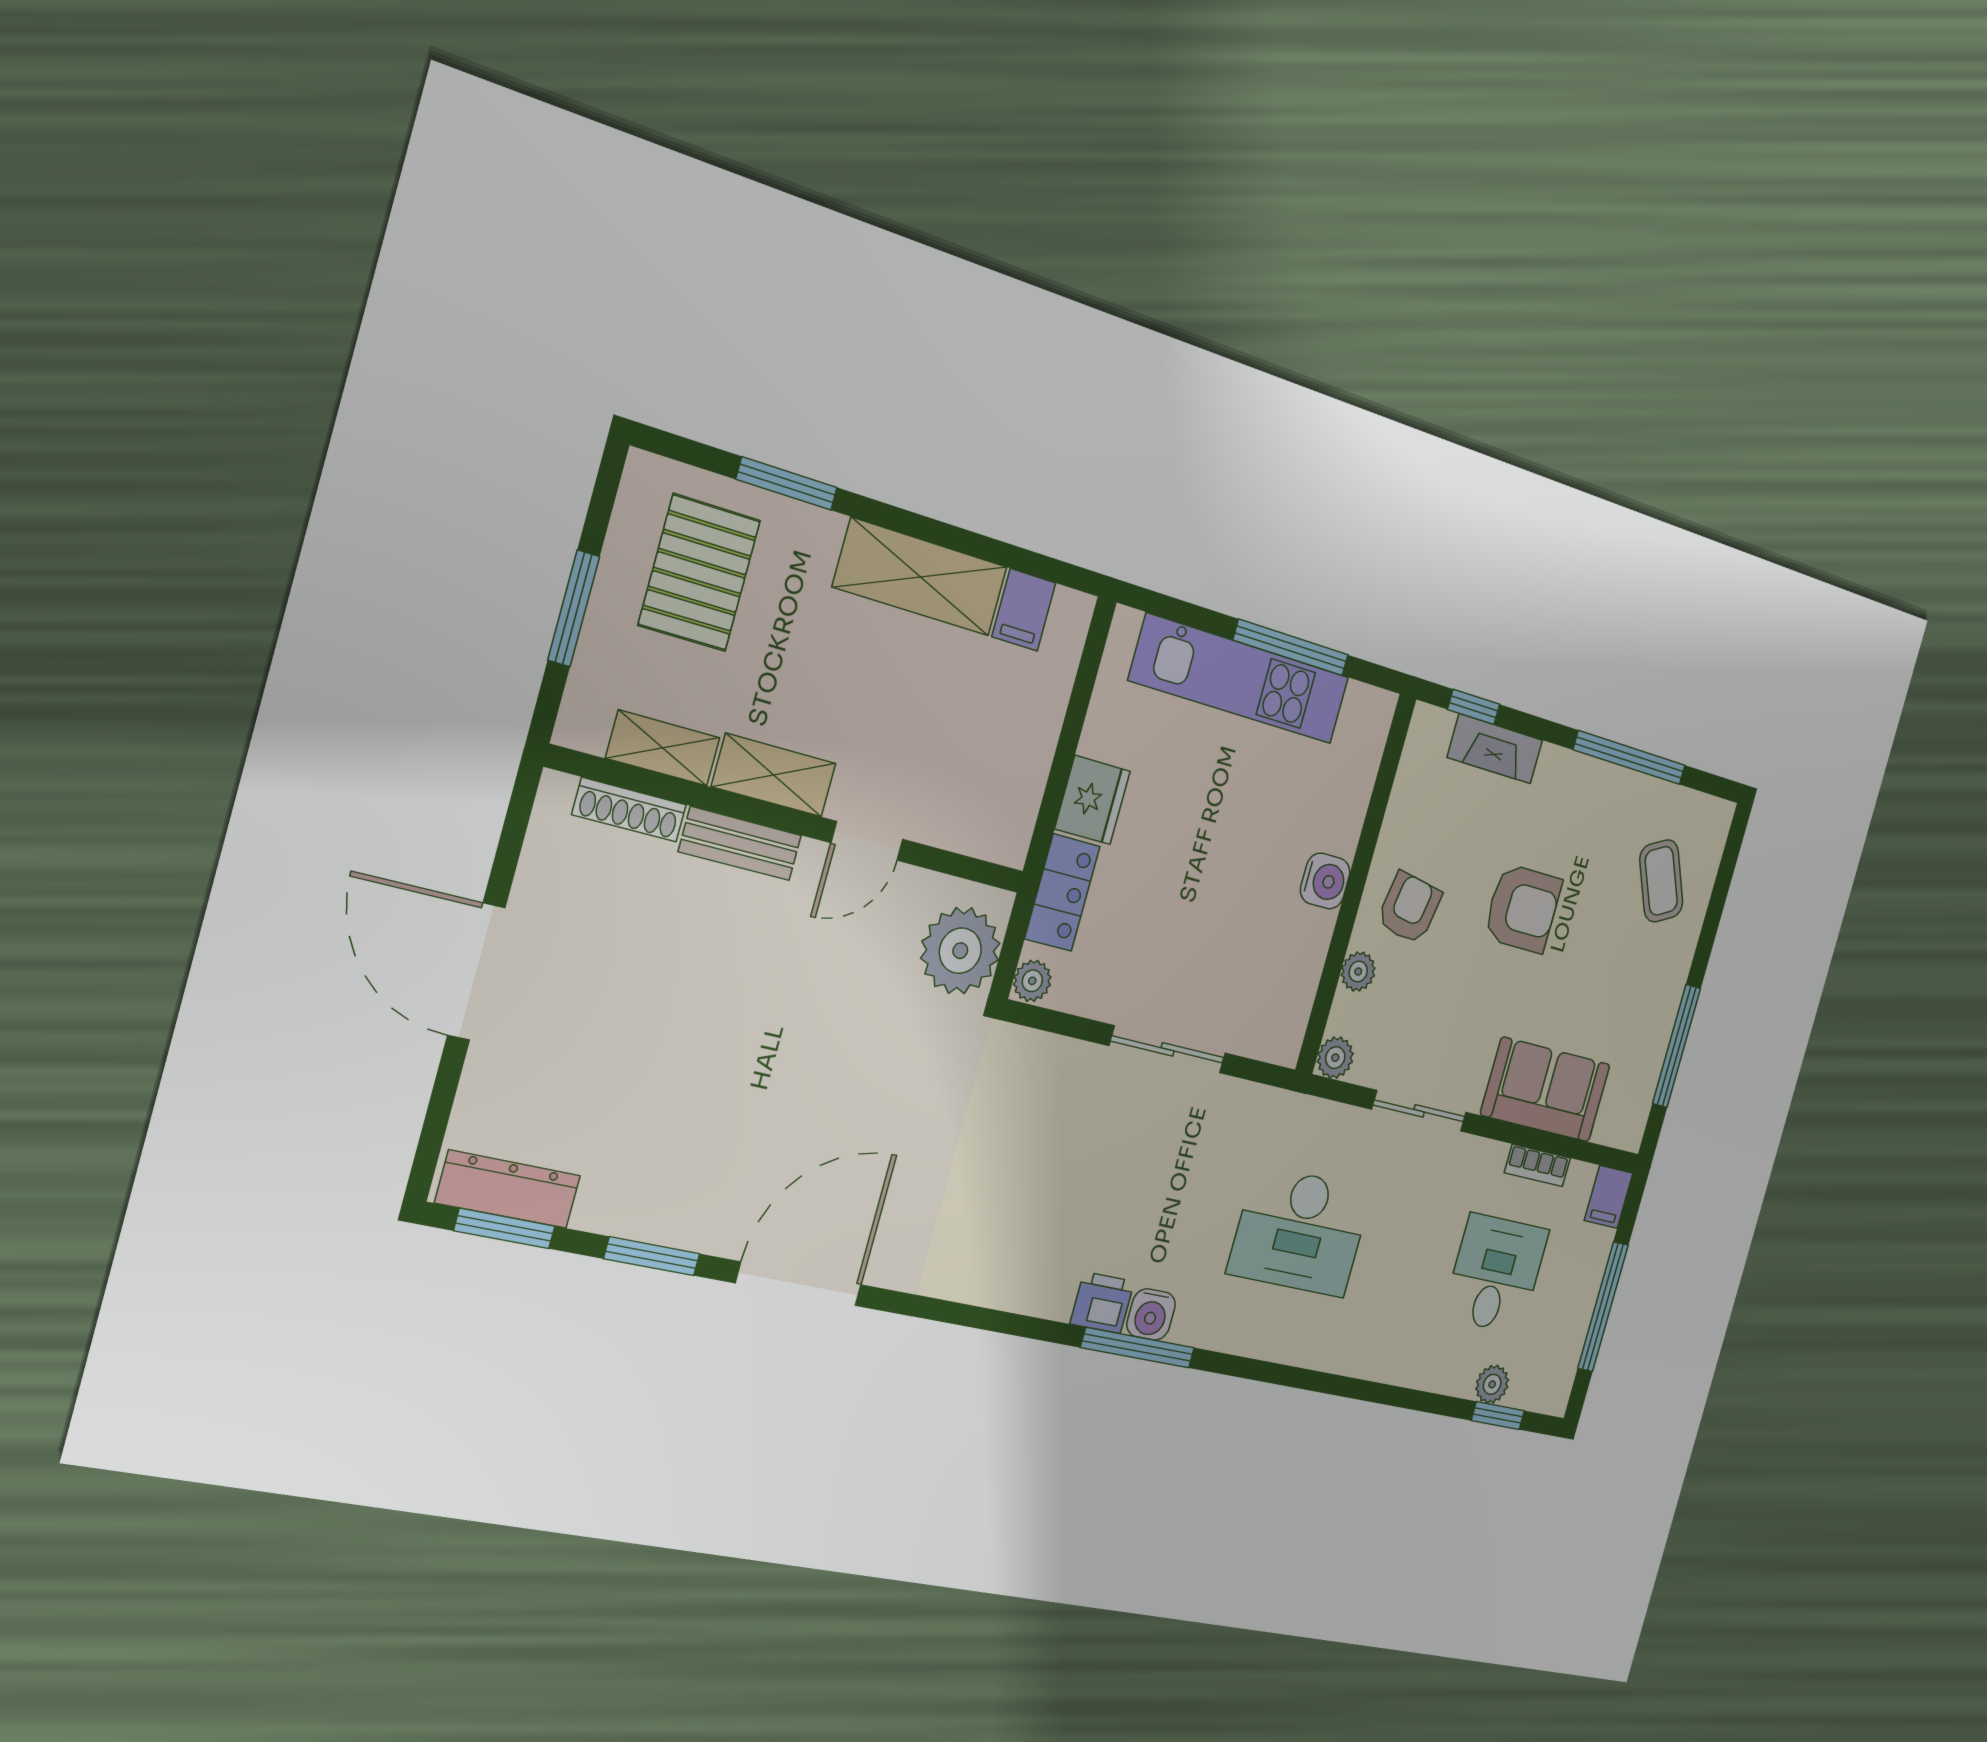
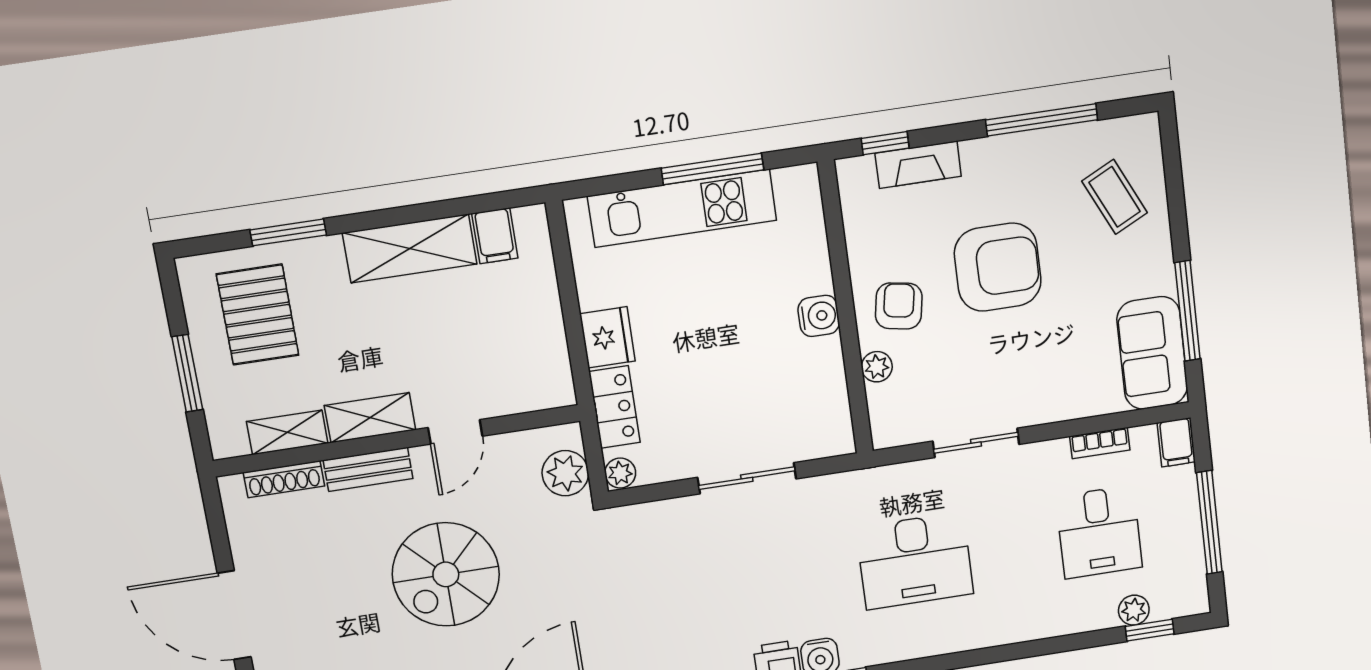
armchair: (1523, 908) -> (998, 267), width x1.36, depth x1.36
plant: (960, 951) -> (565, 473), width x0.73, depth x0.73
spiral stairs: (771, 1027) -> (446, 574), added
plant: (1335, 1058) -> (886, 433), removed
sofa: (1545, 1090) -> (1152, 353), moved, turned -90
desk: (1496, 1274) -> (1099, 532), turned 180

